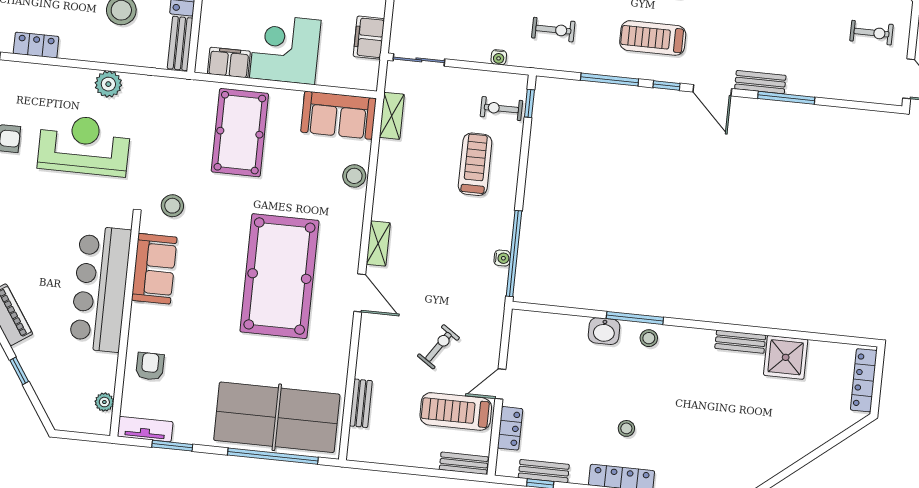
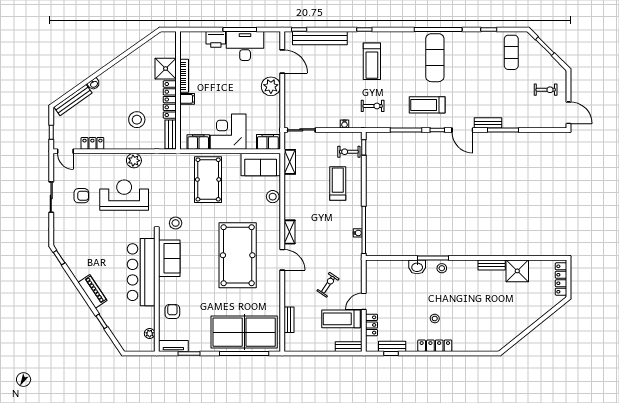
filing cabinet: (369, 38) -> (268, 142), moved, turned 90

